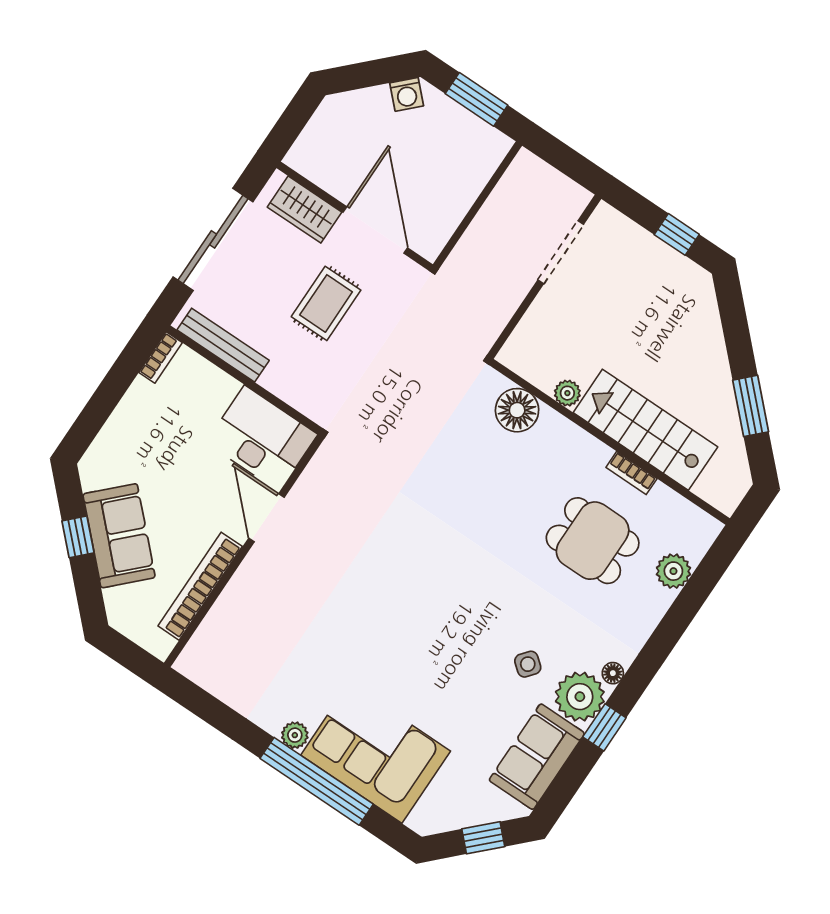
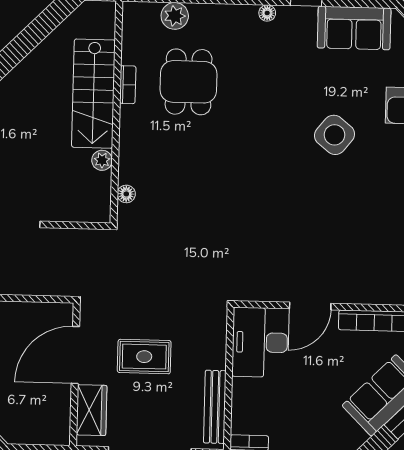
window: (751, 406) -> (34, 34), removed
floor lamp: (517, 410) -> (126, 194), width x0.53, depth x0.53
side table: (528, 664) -> (334, 135), moved, width x1.87, depth x1.87
plant: (580, 697) -> (296, 25), removed

